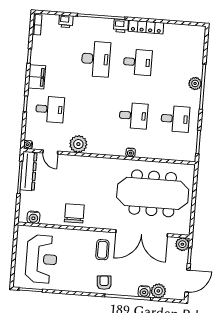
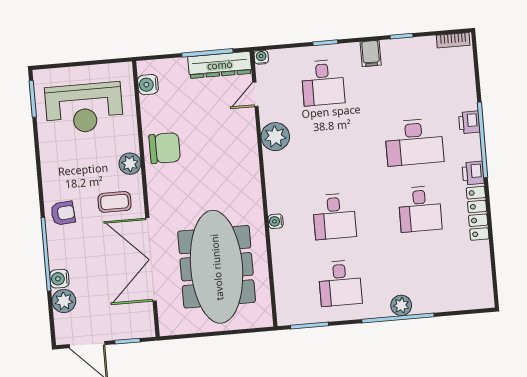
printer: (66, 21) -> (469, 122), moved
filing cabinet: (37, 77) -> (371, 53), width x0.50
plant: (182, 244) -> (130, 164), moved

